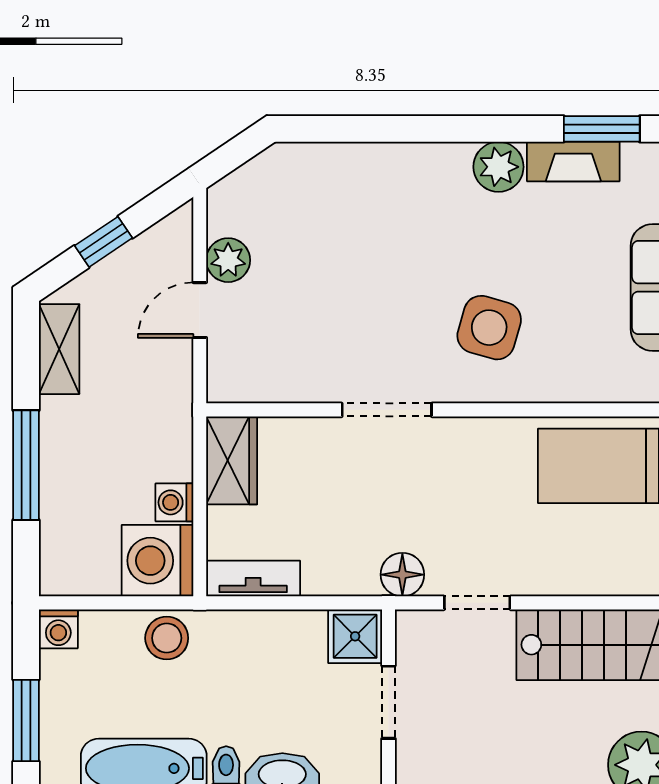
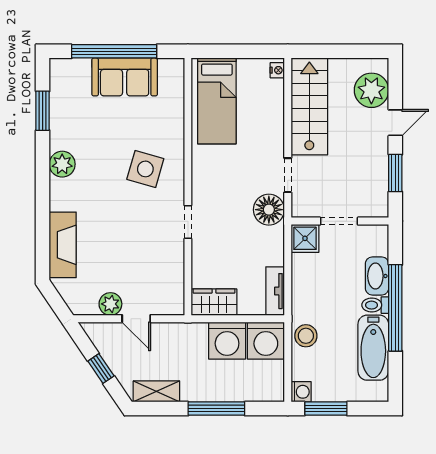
fireplace: (573, 162) -> (63, 245), moved, width x1.37, depth x1.32
doorway: (387, 410) -> (188, 222), width x0.73
washing machine: (174, 502) -> (227, 341), width x1.89, depth x1.89
floor lamp: (402, 575) -> (269, 210), width x1.38, depth x1.38
window: (26, 721) -> (326, 409), moved

